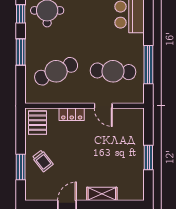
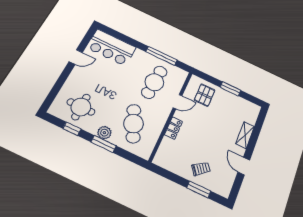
plant: (32, 47) -> (104, 133), added
pallet: (37, 123) -> (205, 95), moved, turned 90

